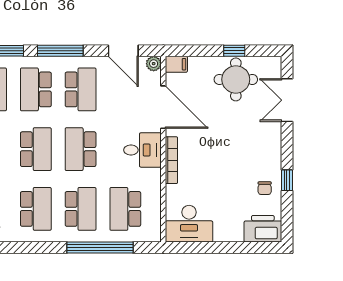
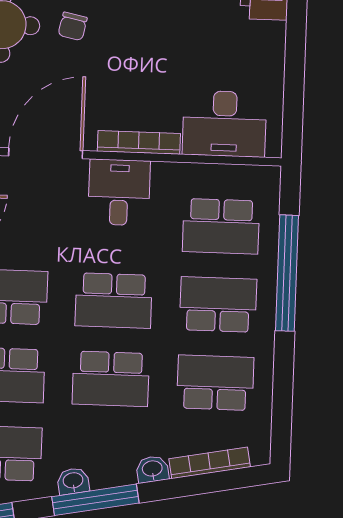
chair: (236, 120) -> (73, 26), added
school desk: (36, 149) -> (111, 379), turned 180
desk: (189, 224) -> (224, 124), moved, turned 90

